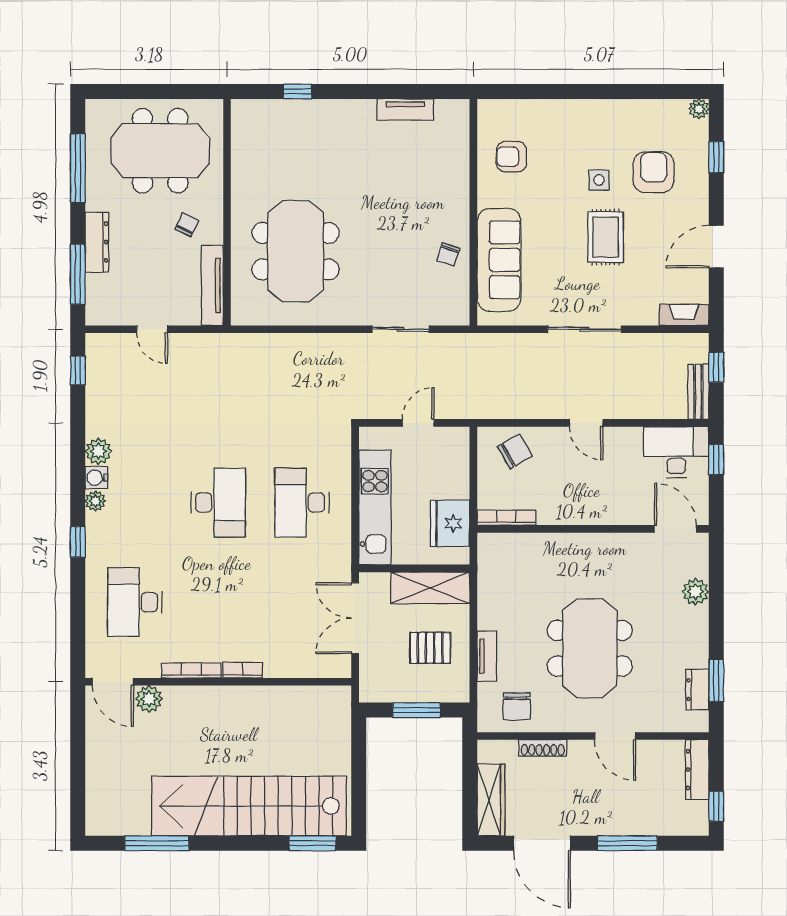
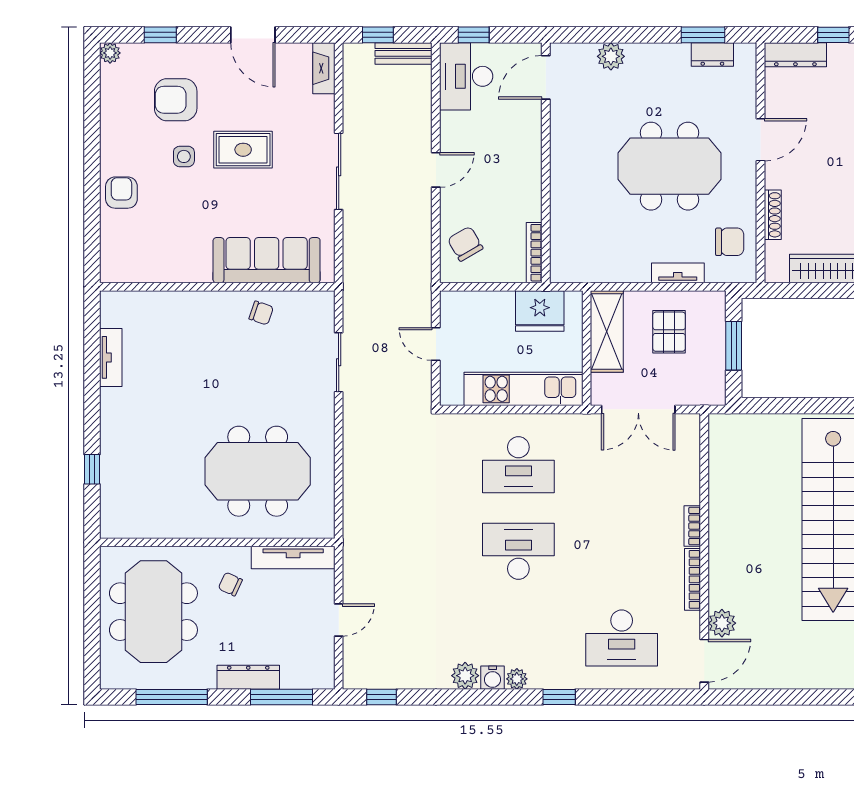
armchair: (511, 157) -> (121, 193), moved, turned 180

